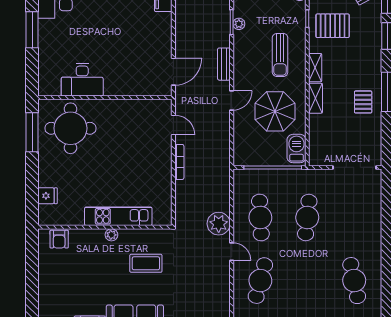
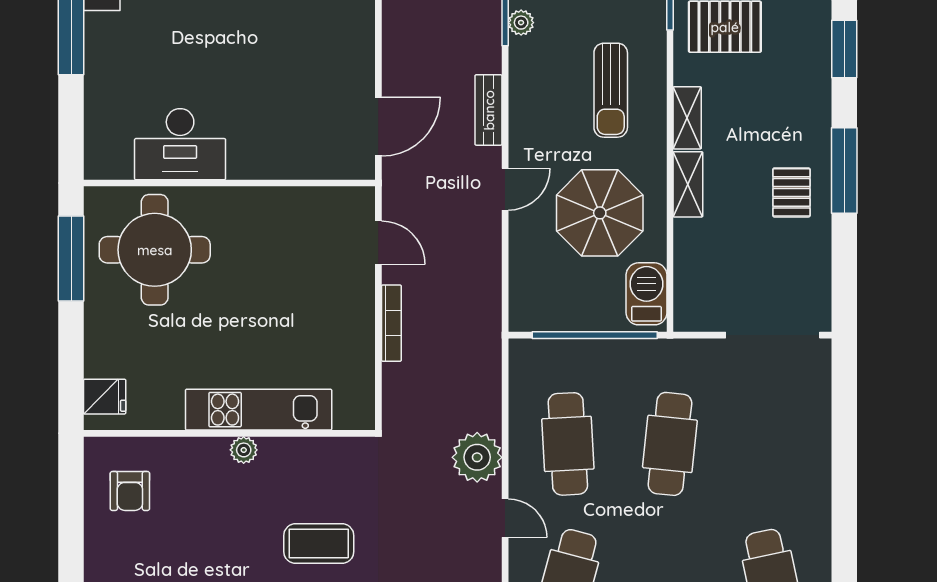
kitchen unit: (118, 216) -> (259, 410), moved
wall: (105, 227) -> (229, 433), moved
plant: (111, 235) -> (244, 450), moved

